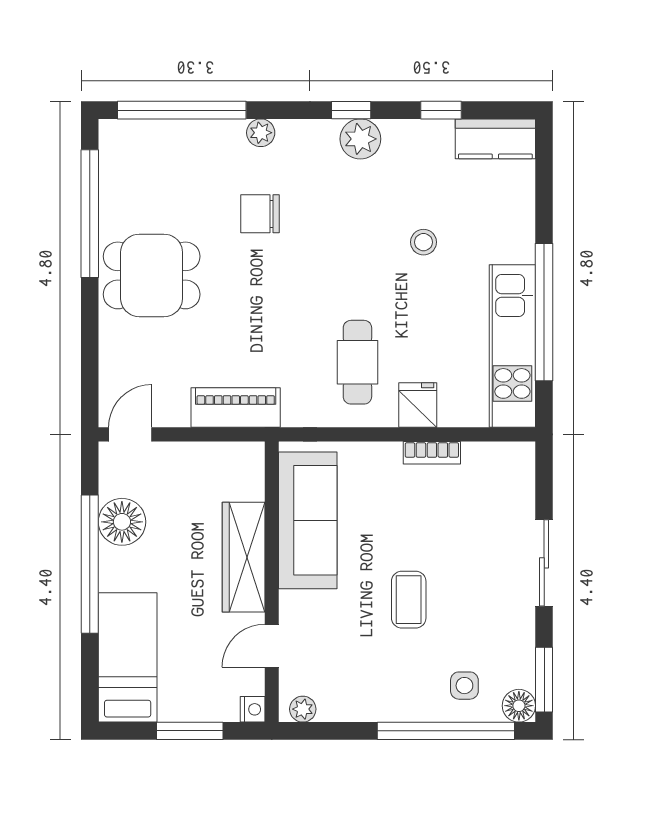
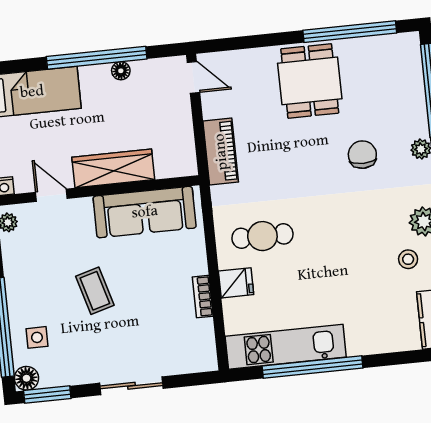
stool: (423, 242) -> (408, 259), moved
floor lamp: (122, 522) -> (121, 71), width x0.53, depth x0.53
coffee table: (409, 600) -> (95, 291), turned 74

